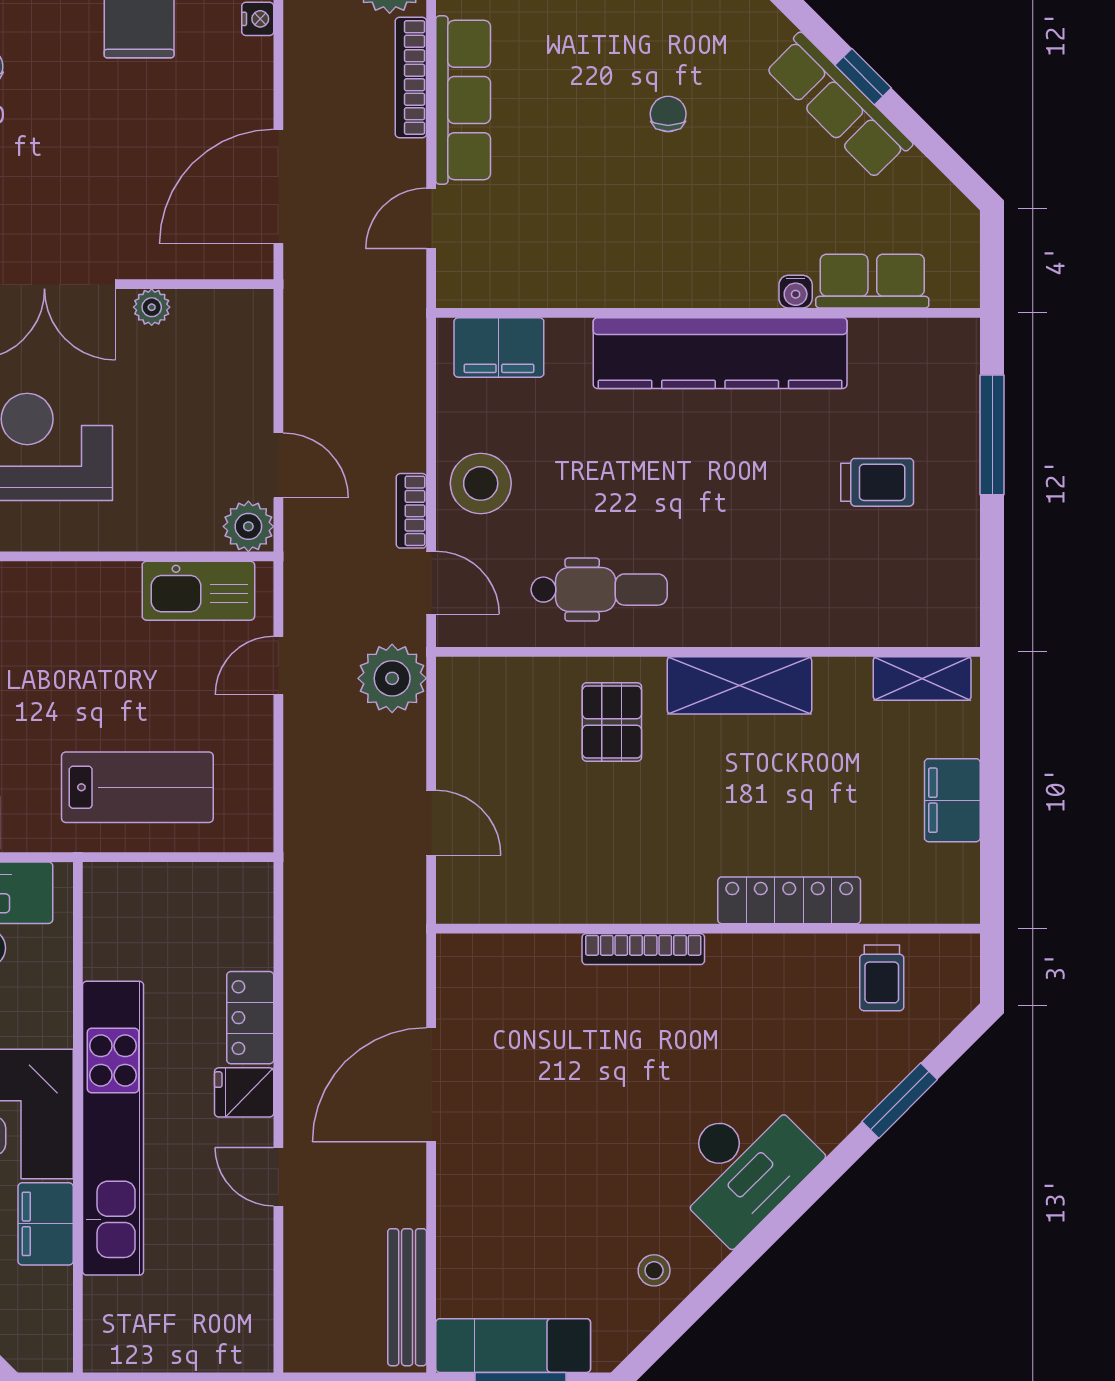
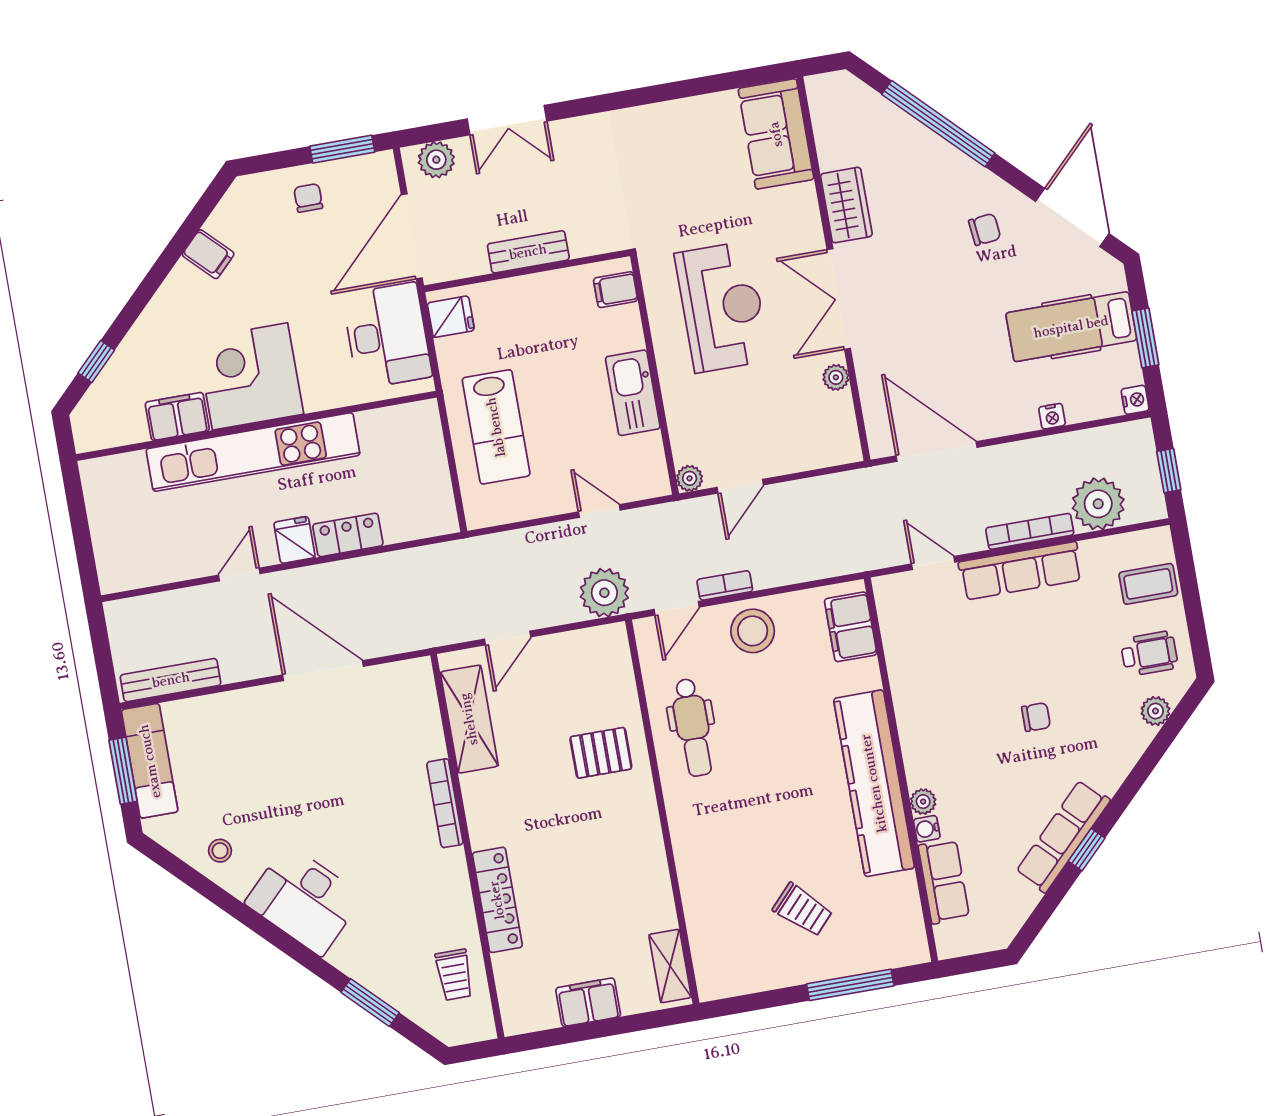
plant: (757, 290) -> (923, 802), added
trolley: (877, 482) -> (803, 910), turned -47
plant: (248, 526) -> (690, 478), width x0.73, depth x0.73
kitchen sink: (198, 591) -> (633, 393), moved
shelving: (739, 685) -> (469, 719), moved
trolley: (882, 978) -> (454, 975), turned -90

